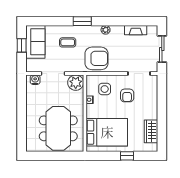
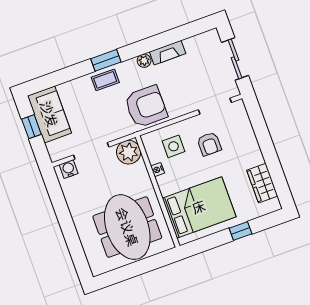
fireplace: (136, 30) -> (168, 53), moved
coffee table: (68, 42) -> (105, 80), moved

